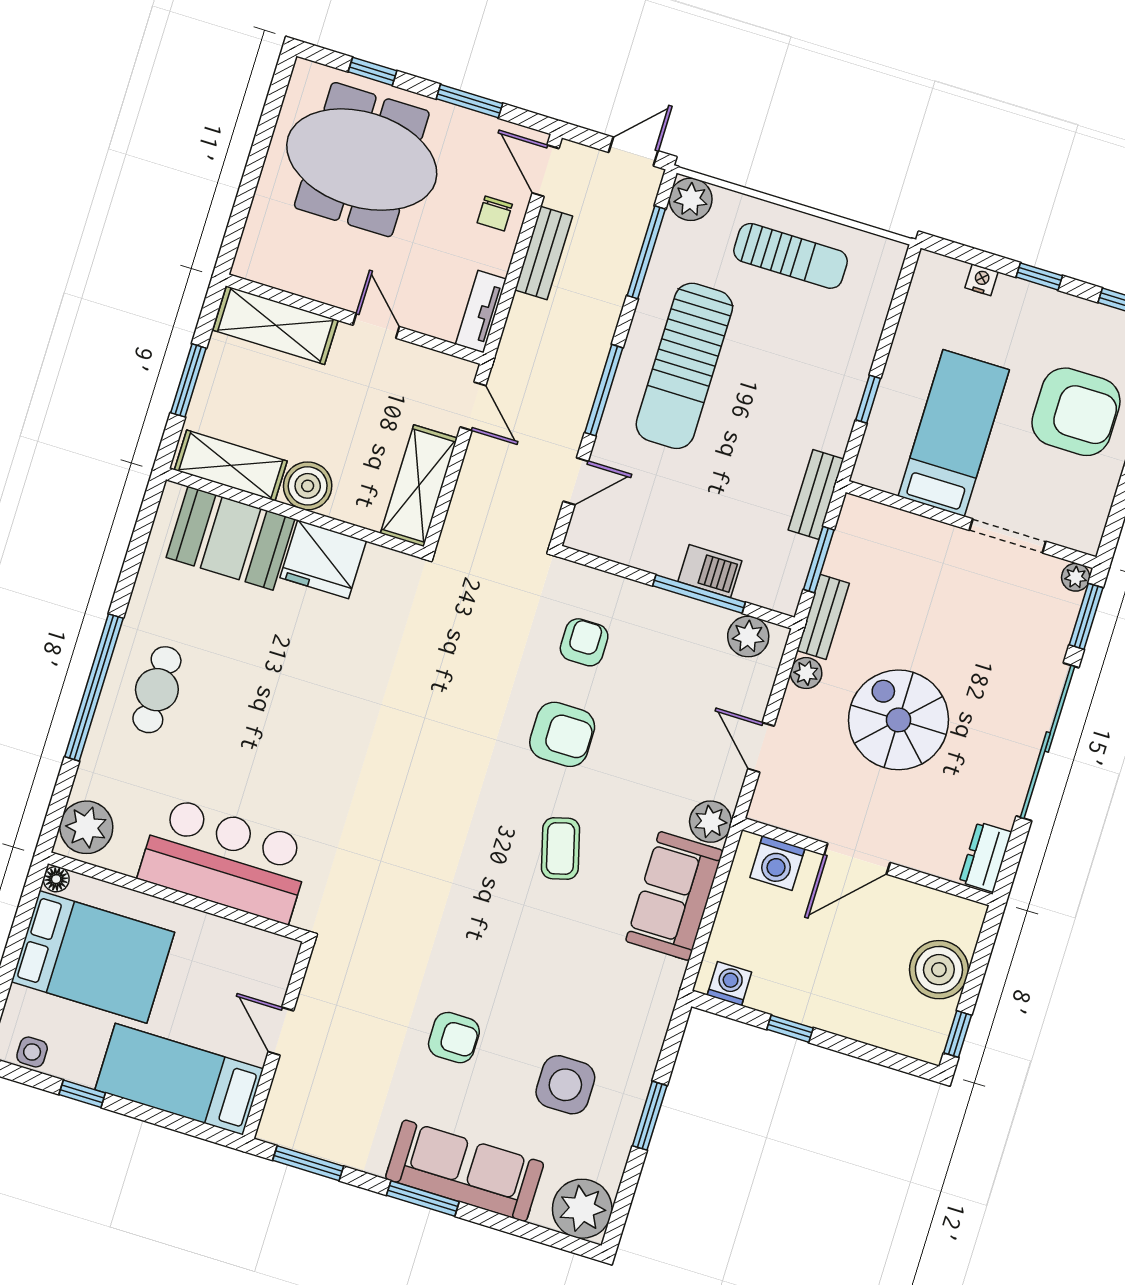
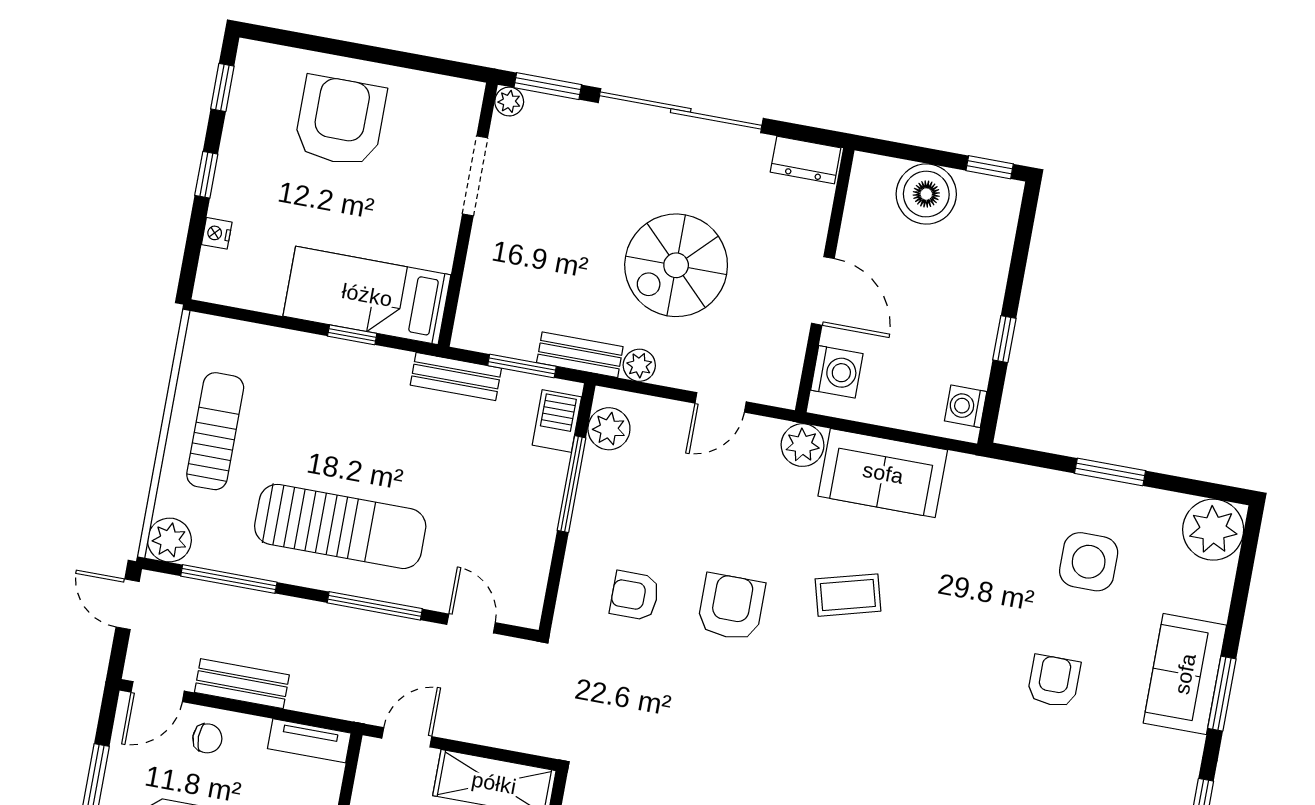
bed: (954, 433) -> (367, 295), moved
barbecue: (710, 571) -> (557, 421), moved
sofa: (465, 1171) -> (1185, 674), width x0.73

